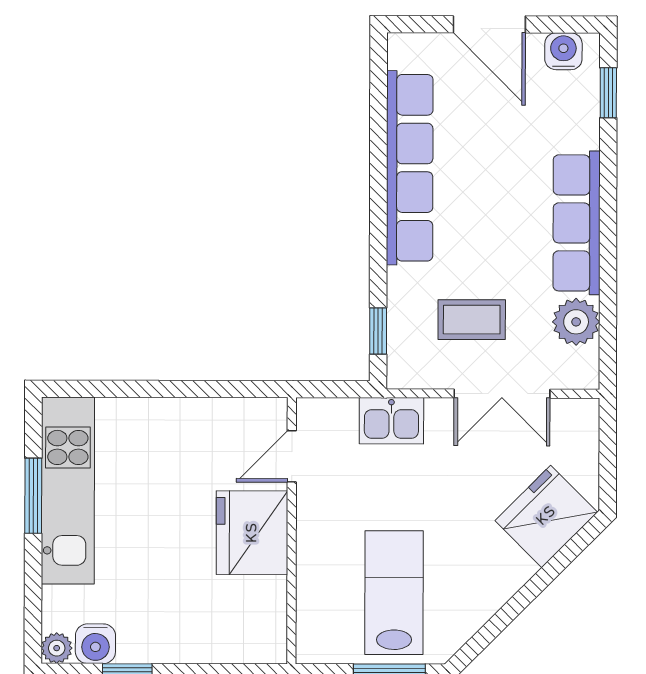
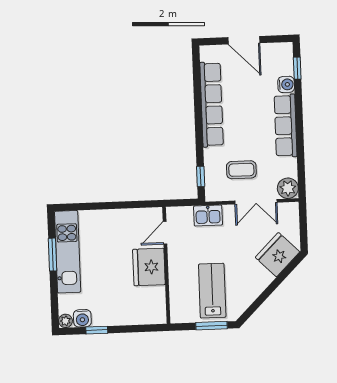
water cooler: (563, 51) -> (286, 84), moved, turned 90
plant: (576, 322) -> (288, 188), moved

